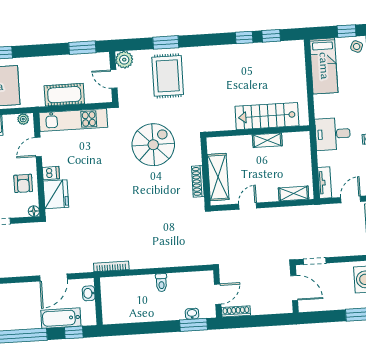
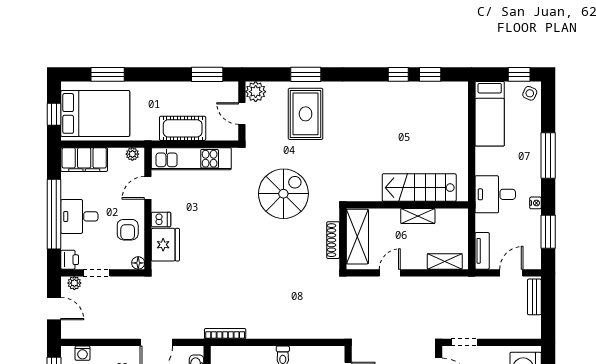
stairs: (267, 116) -> (419, 188), moved
wall: (258, 131) -> (407, 205), moved
shelving: (267, 140) -> (418, 216), moved

